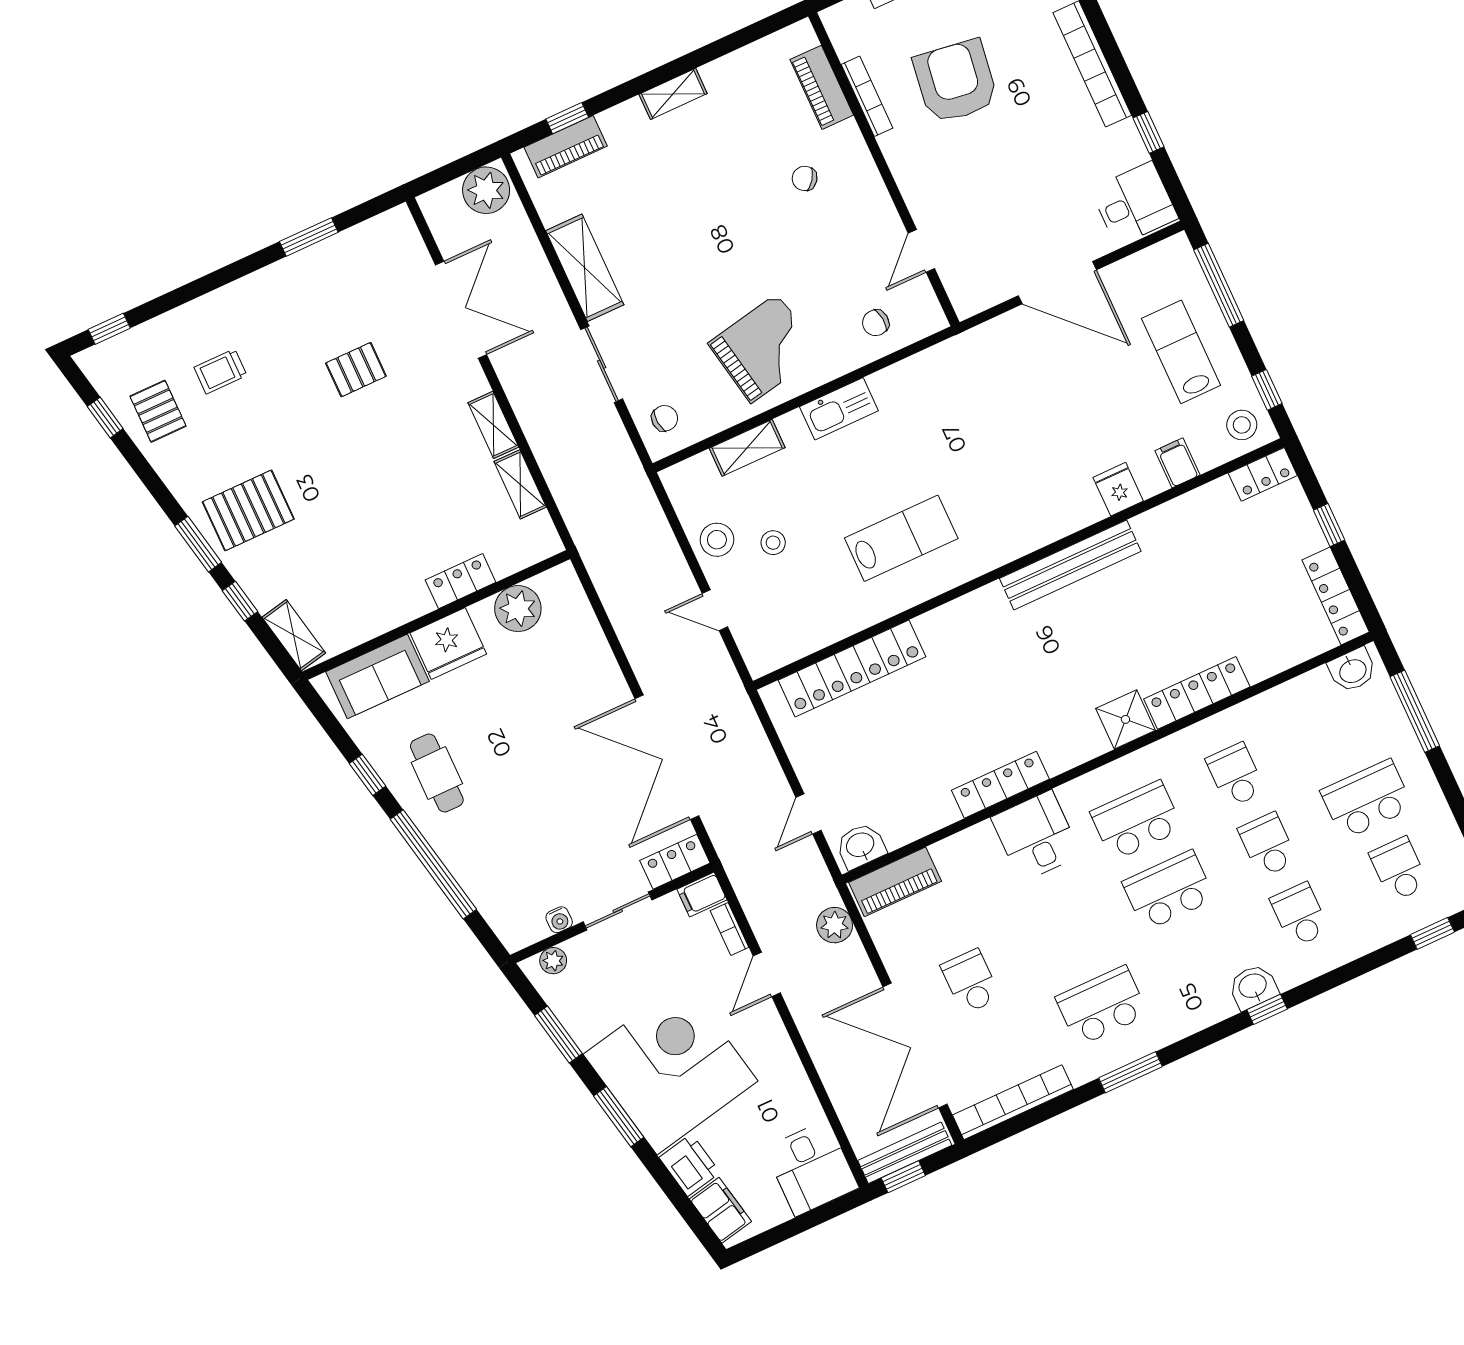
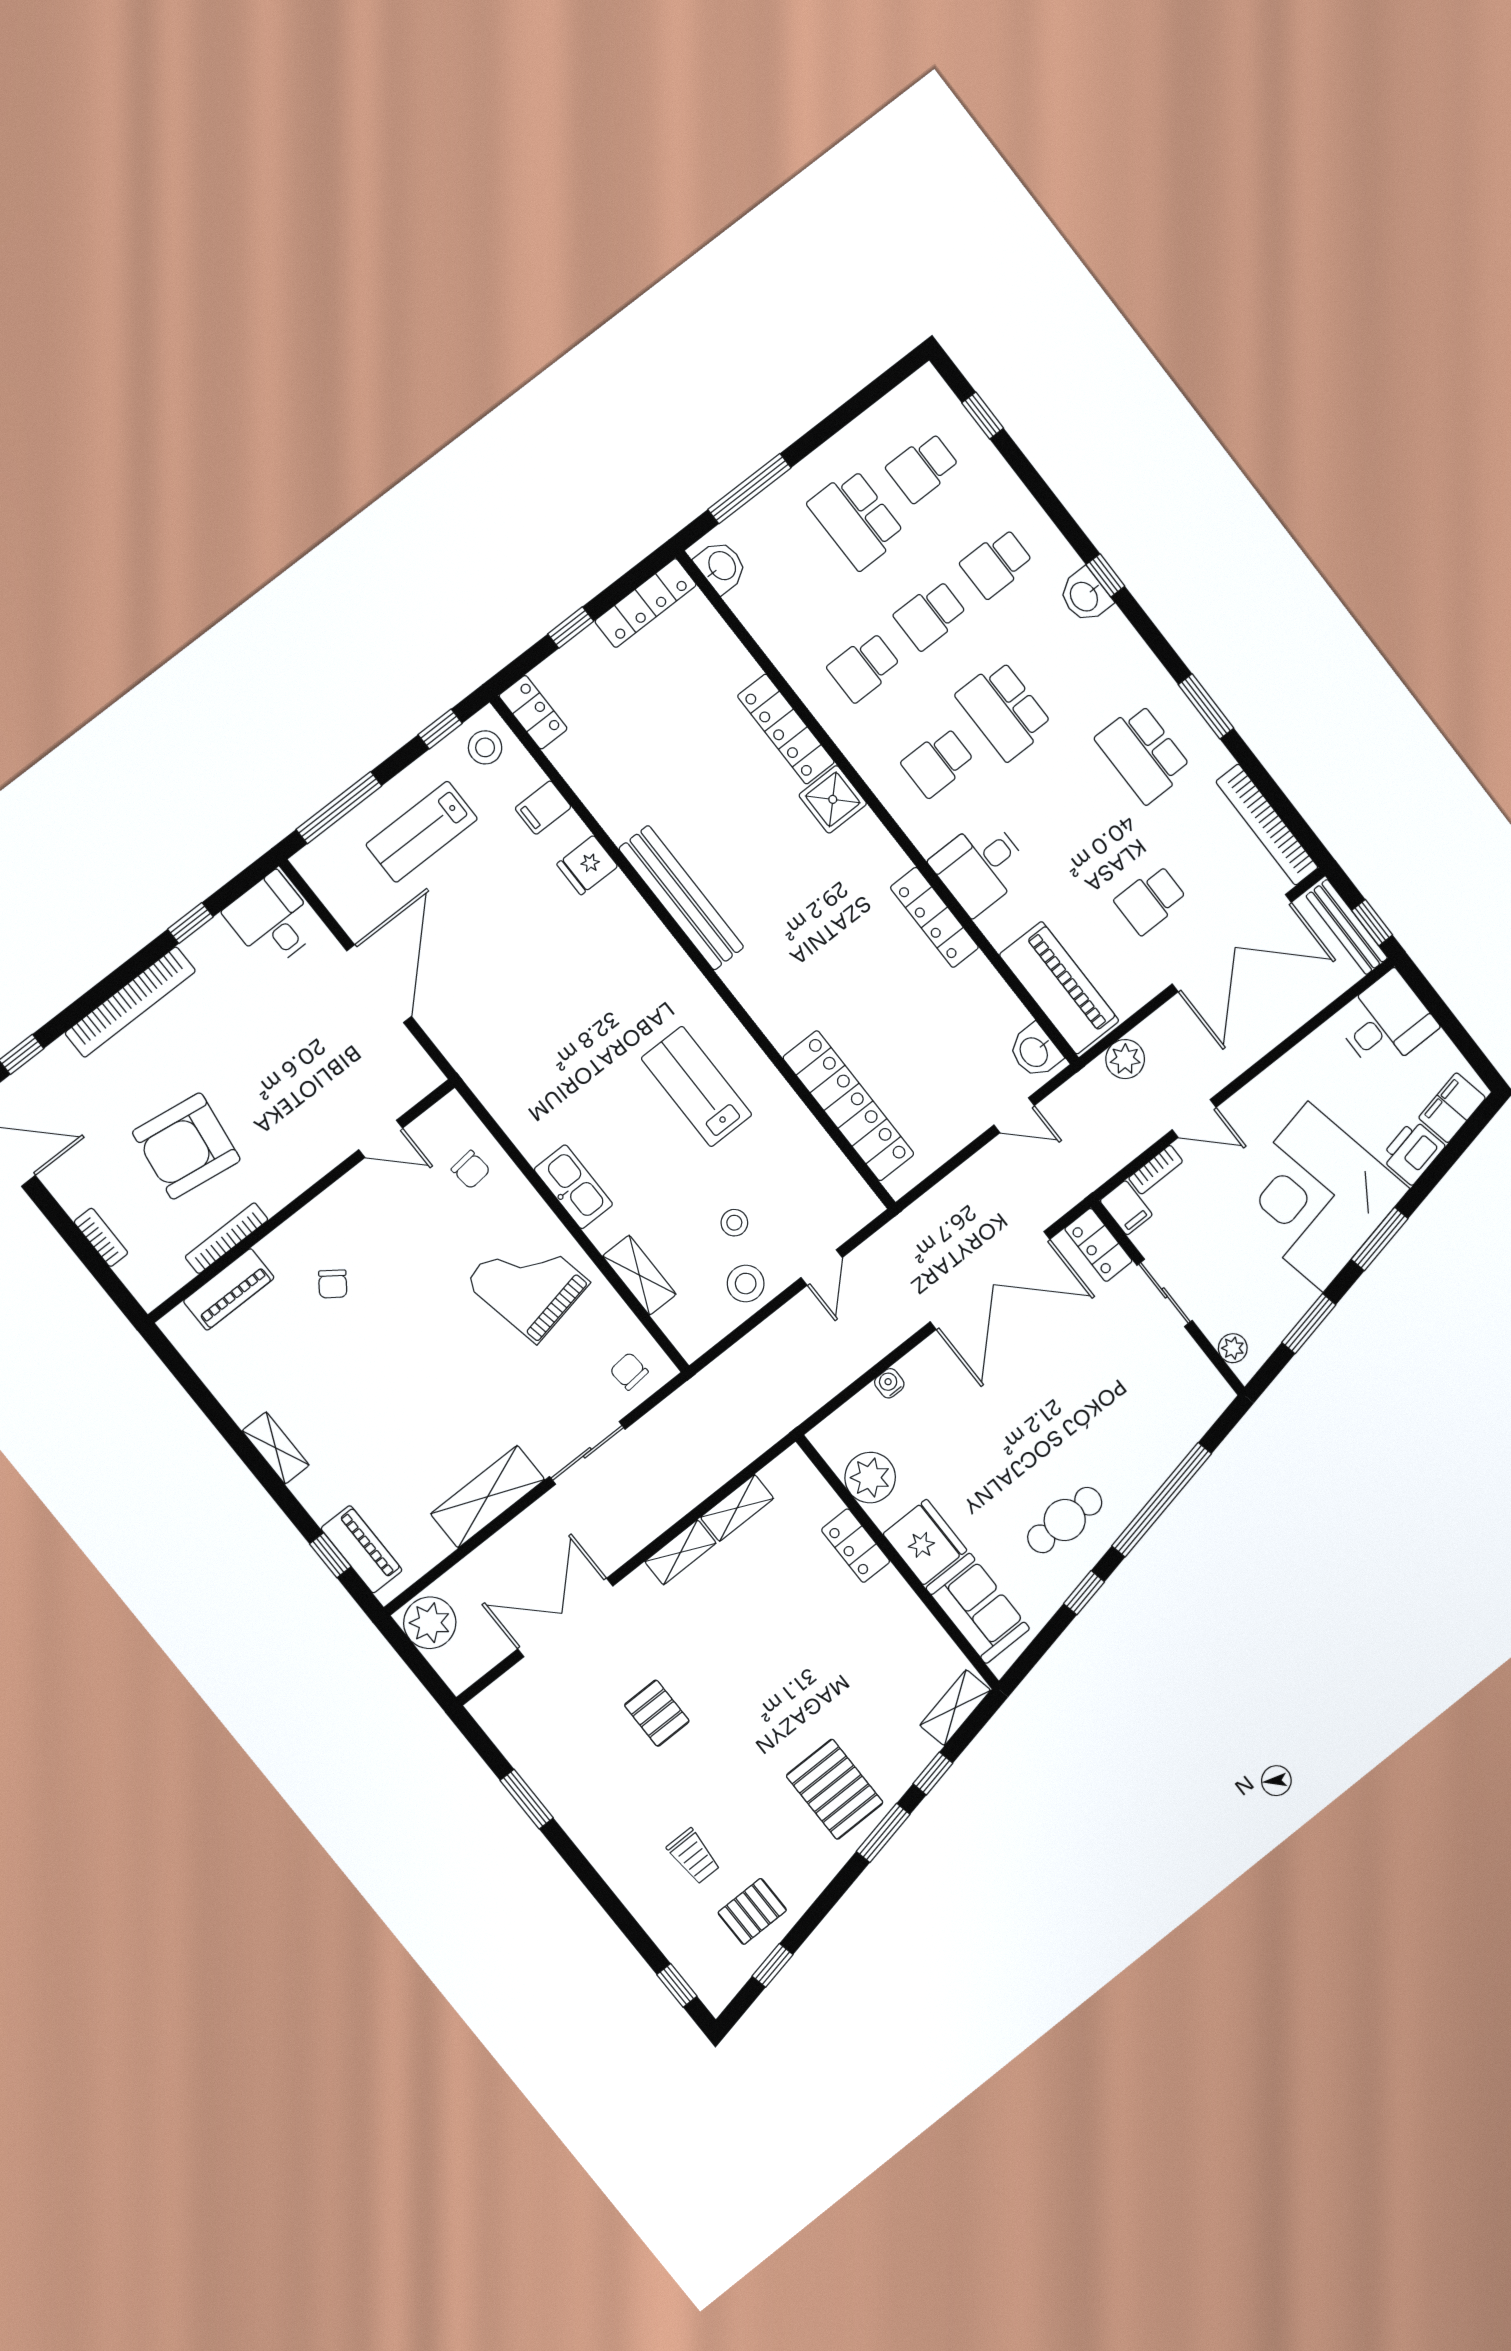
school desk: (1136, 821) -> (938, 762), width x0.54
piano: (895, 882) -> (1059, 988), width x1.37, depth x1.33
water cooler: (559, 920) -> (889, 1383), moved, turned -90

